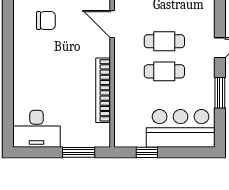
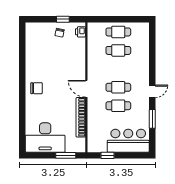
chair: (46, 20) -> (37, 88), moved
door: (112, 24) -> (86, 89), moved
desk: (36, 129) -> (45, 138), width x1.36, depth x1.30

